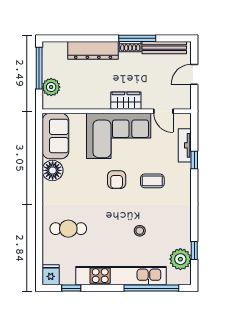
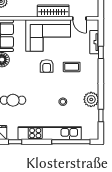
wardrobe: (126, 101) -> (53, 11), width x1.50
plant: (180, 259) -> (91, 99), moved

